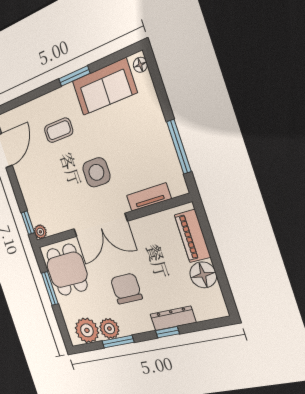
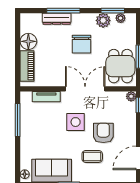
armchair: (56, 169) -> (103, 133), added
plant: (87, 330) -> (121, 18), width x0.53, depth x0.53
window: (167, 332) -> (63, 11), width x2.17
window: (118, 342) -> (113, 11), moved

